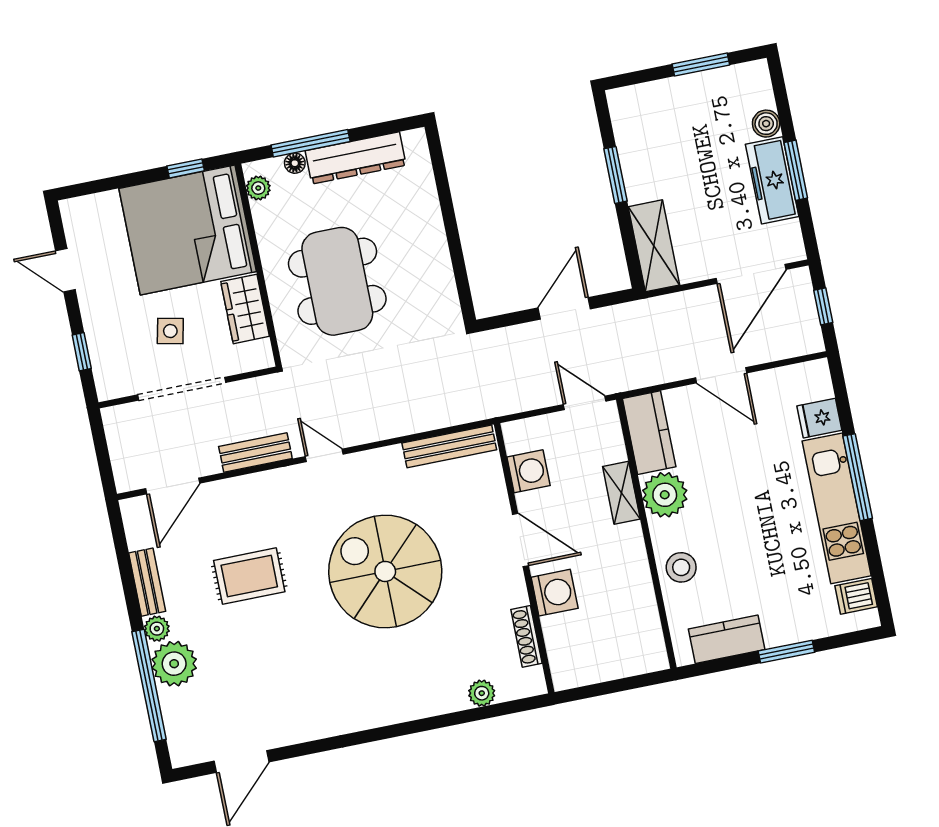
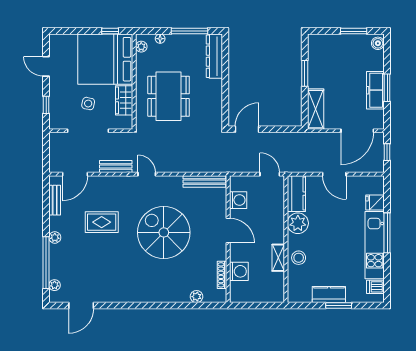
boiler: (766, 124) -> (378, 43), moved
window: (311, 143) -> (190, 31), moved
dresser: (356, 158) -> (214, 56), moved, turned 90
door: (564, 308) -> (247, 129), moved
shelving: (621, 493) -> (278, 258), moved
bench: (147, 582) -> (55, 200), moved
washing machine: (555, 593) -> (239, 271), moved
kitchen counter: (727, 639) -> (329, 294), moved
plant: (174, 664) -> (55, 285), moved, width x0.53, depth x0.53

